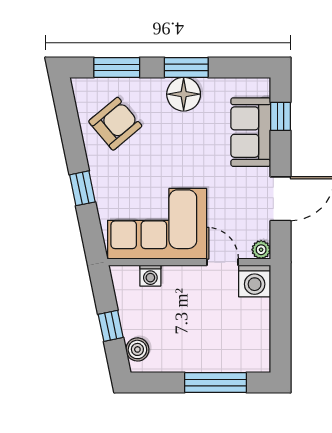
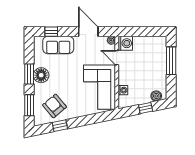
window: (82, 188) -> (60, 126), moved
door: (223, 262) -> (117, 58), hinge flipped

